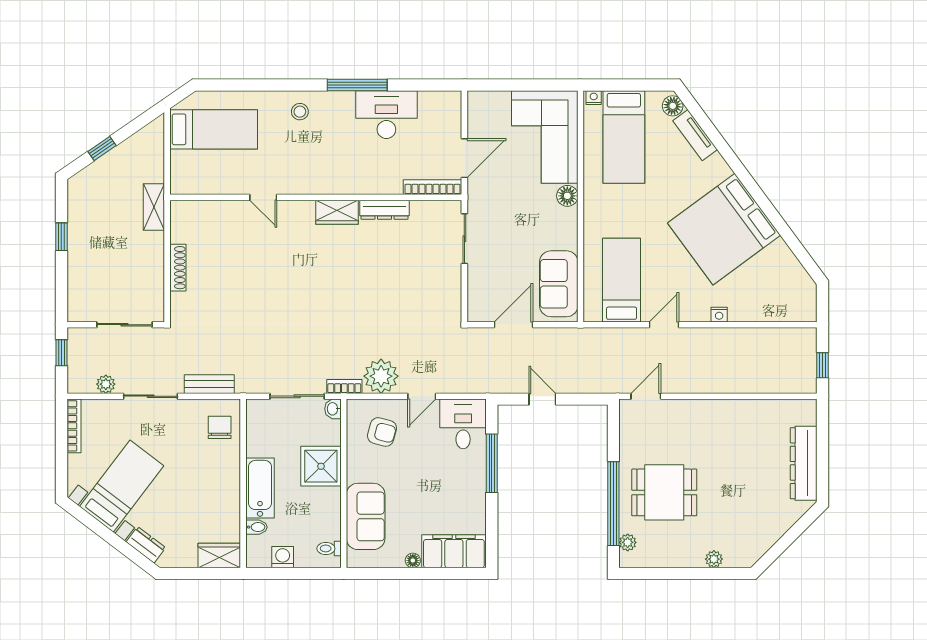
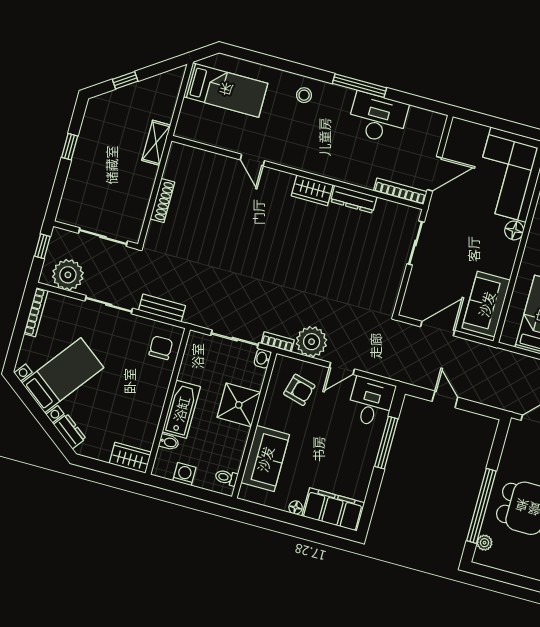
plant: (106, 384) -> (68, 275), width x1.88, depth x1.88

